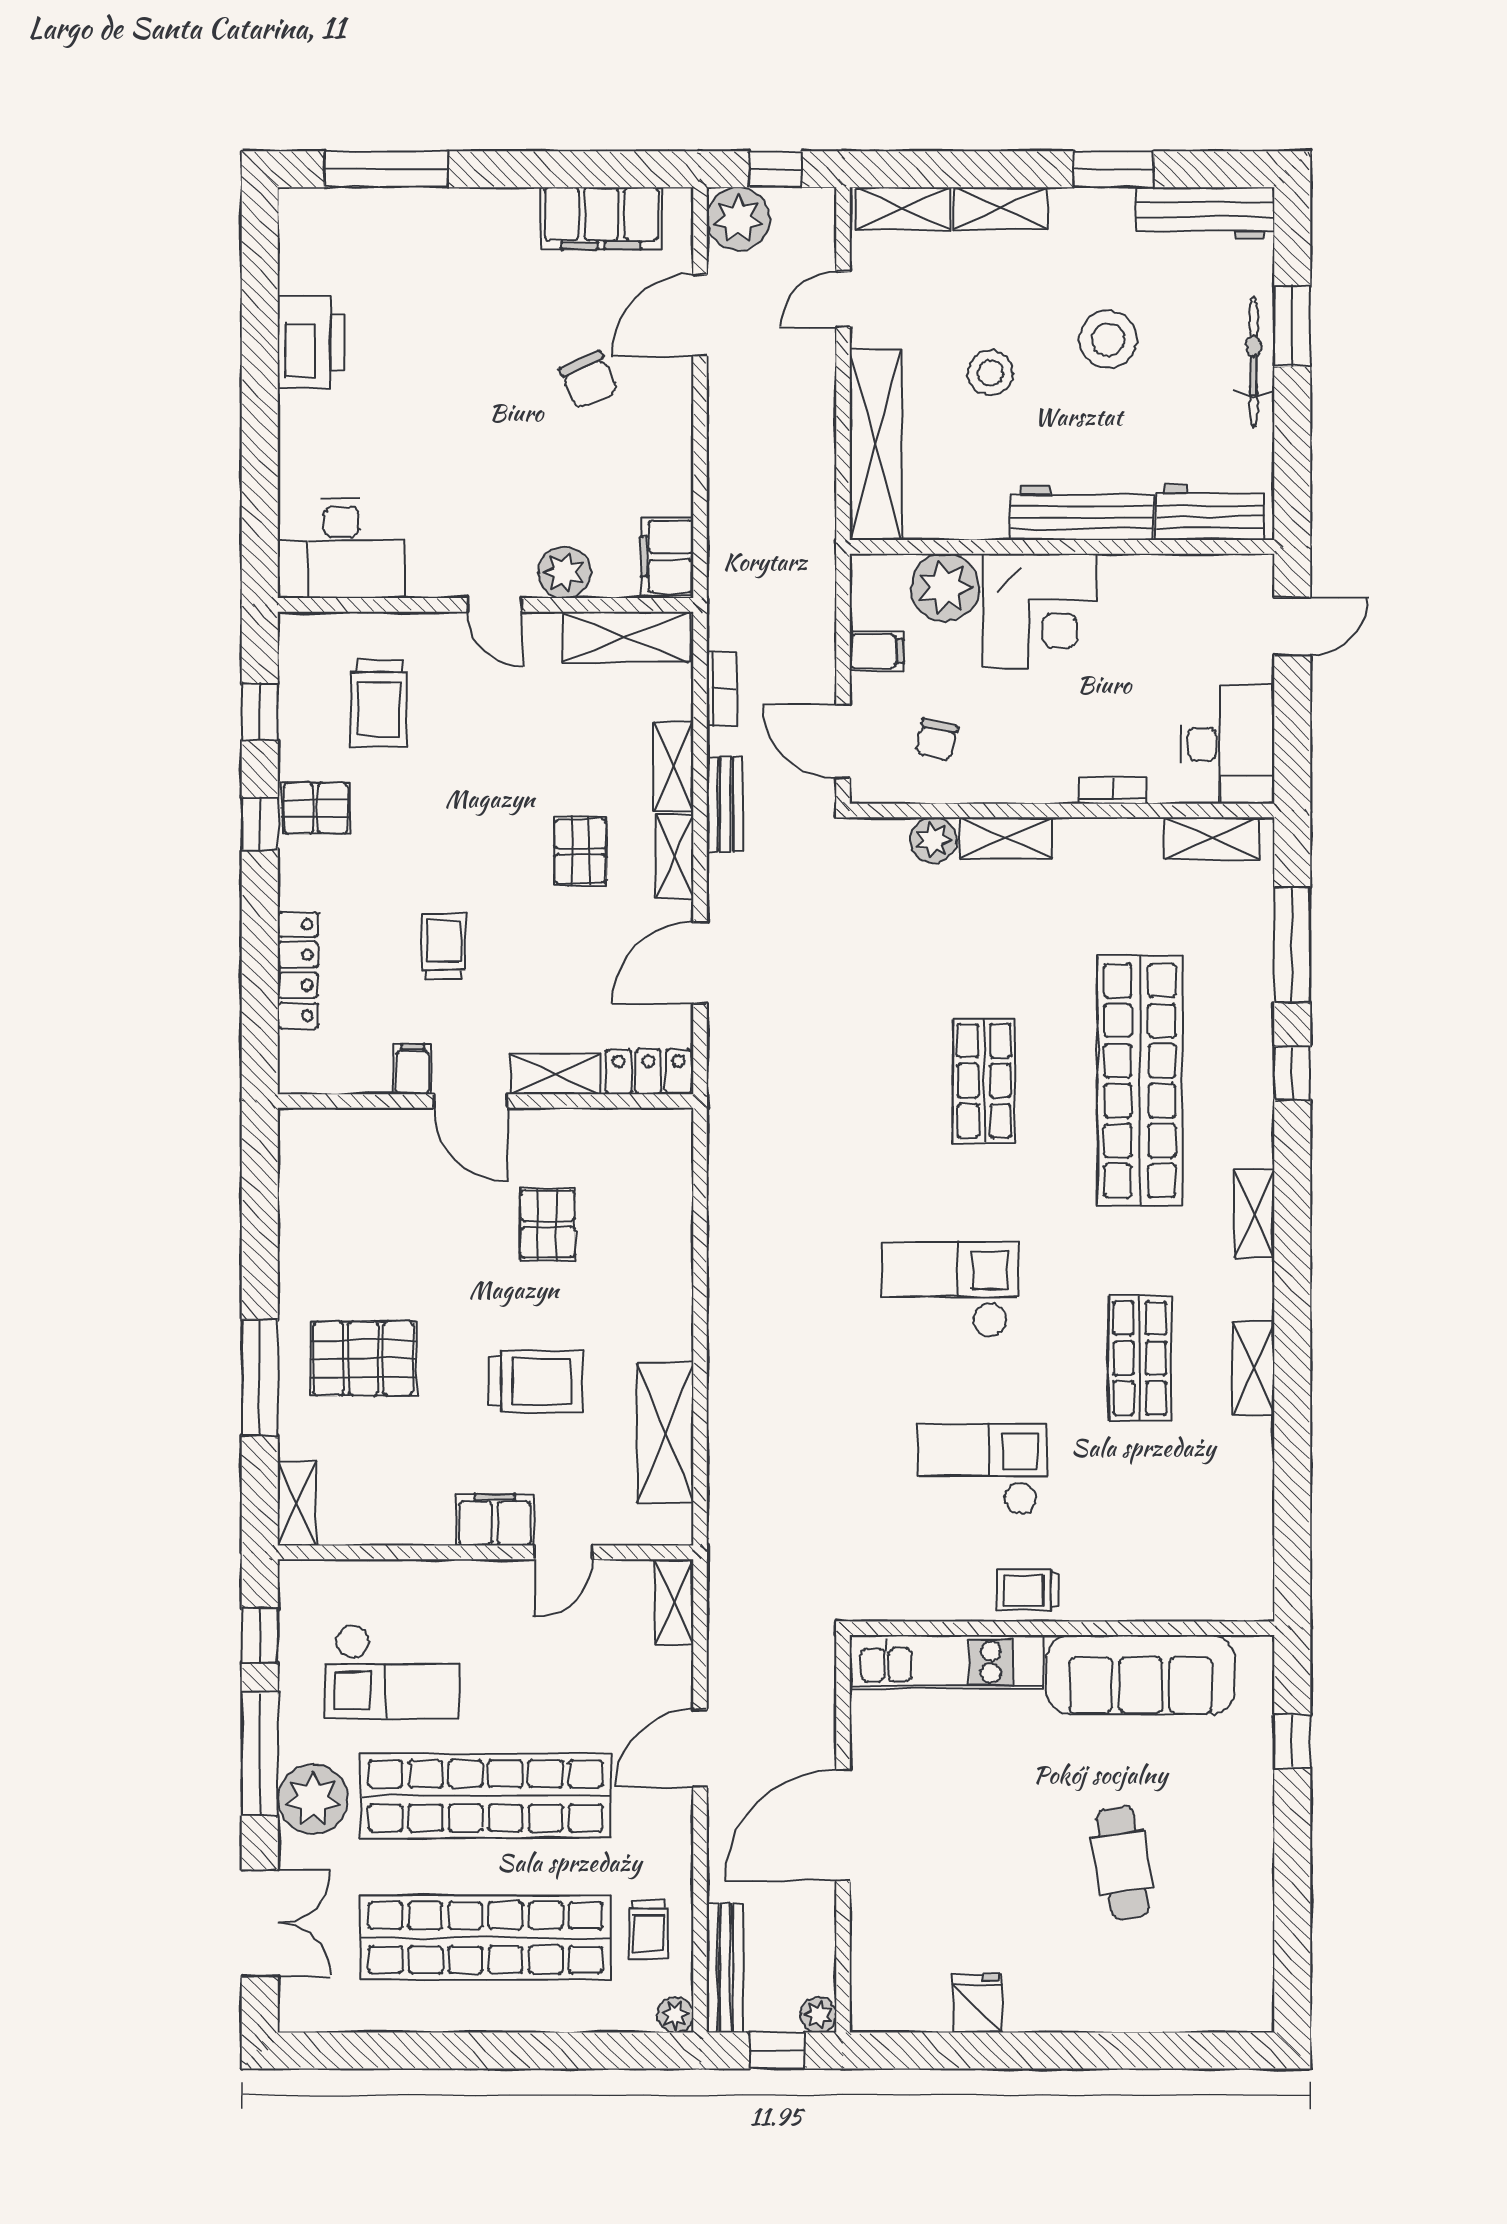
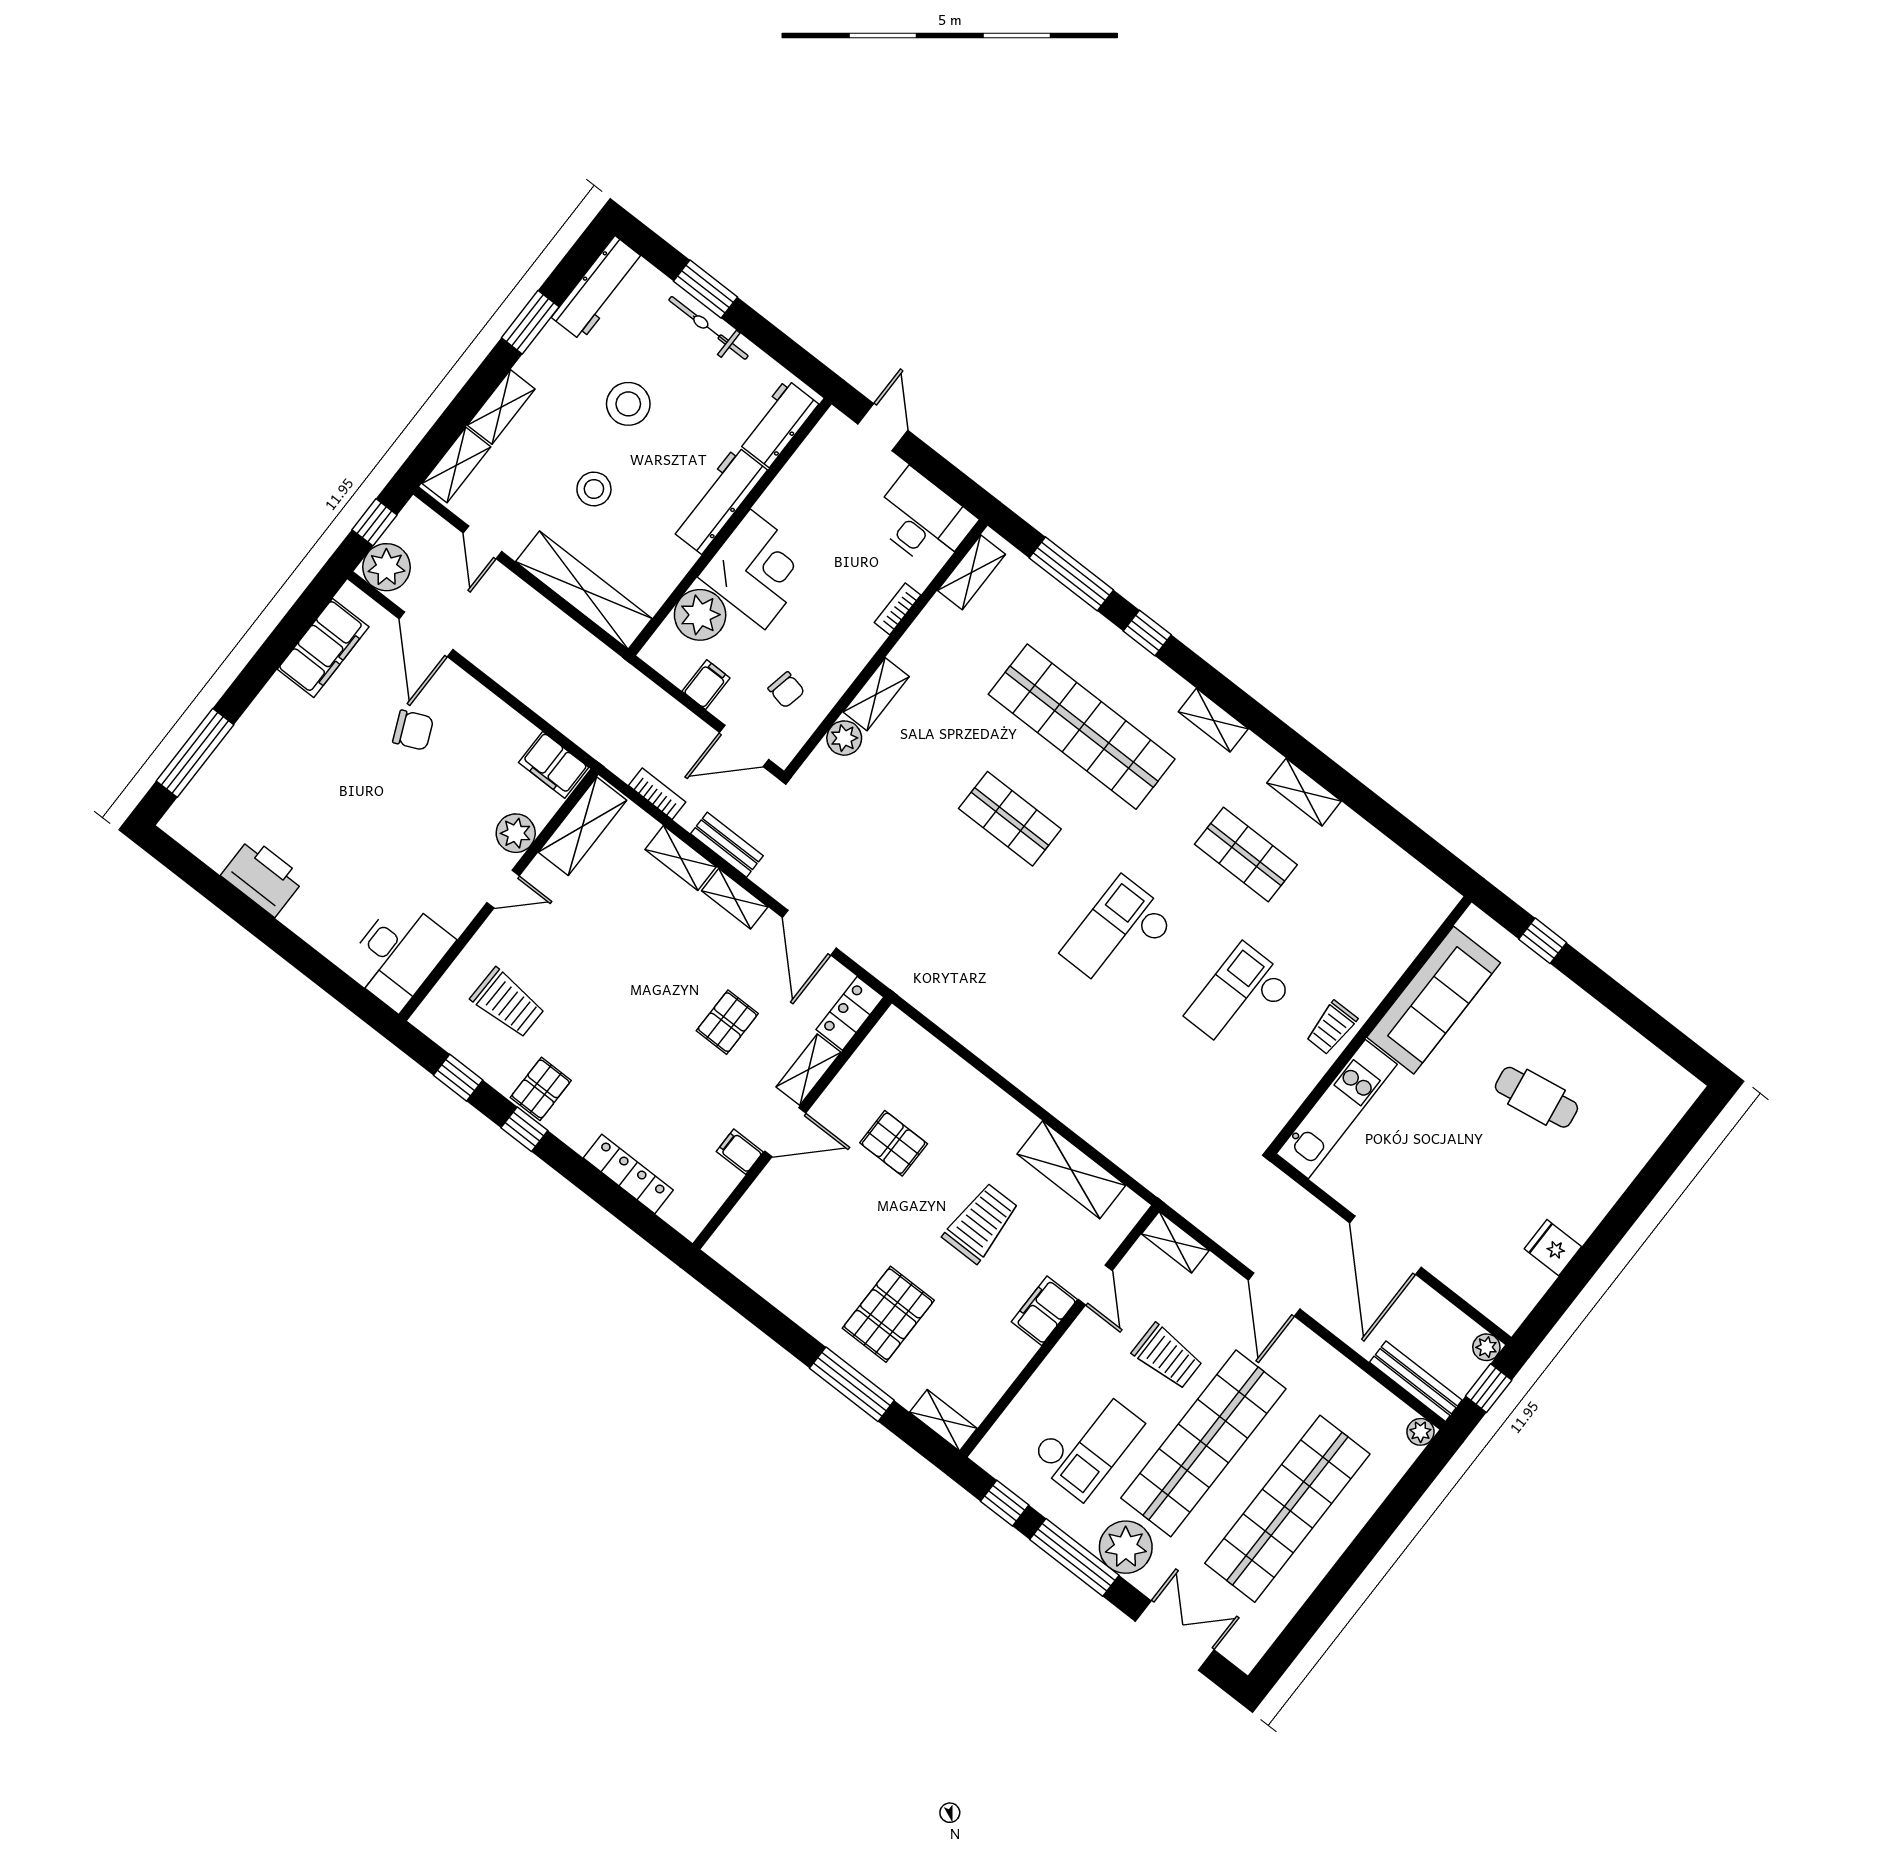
pallet: (580, 851) -> (727, 1022), moved, turned 90
trolley: (443, 946) -> (681, 1077), removed
trolley: (649, 1930) -> (1167, 1356), moved, width x1.36, depth x1.39

